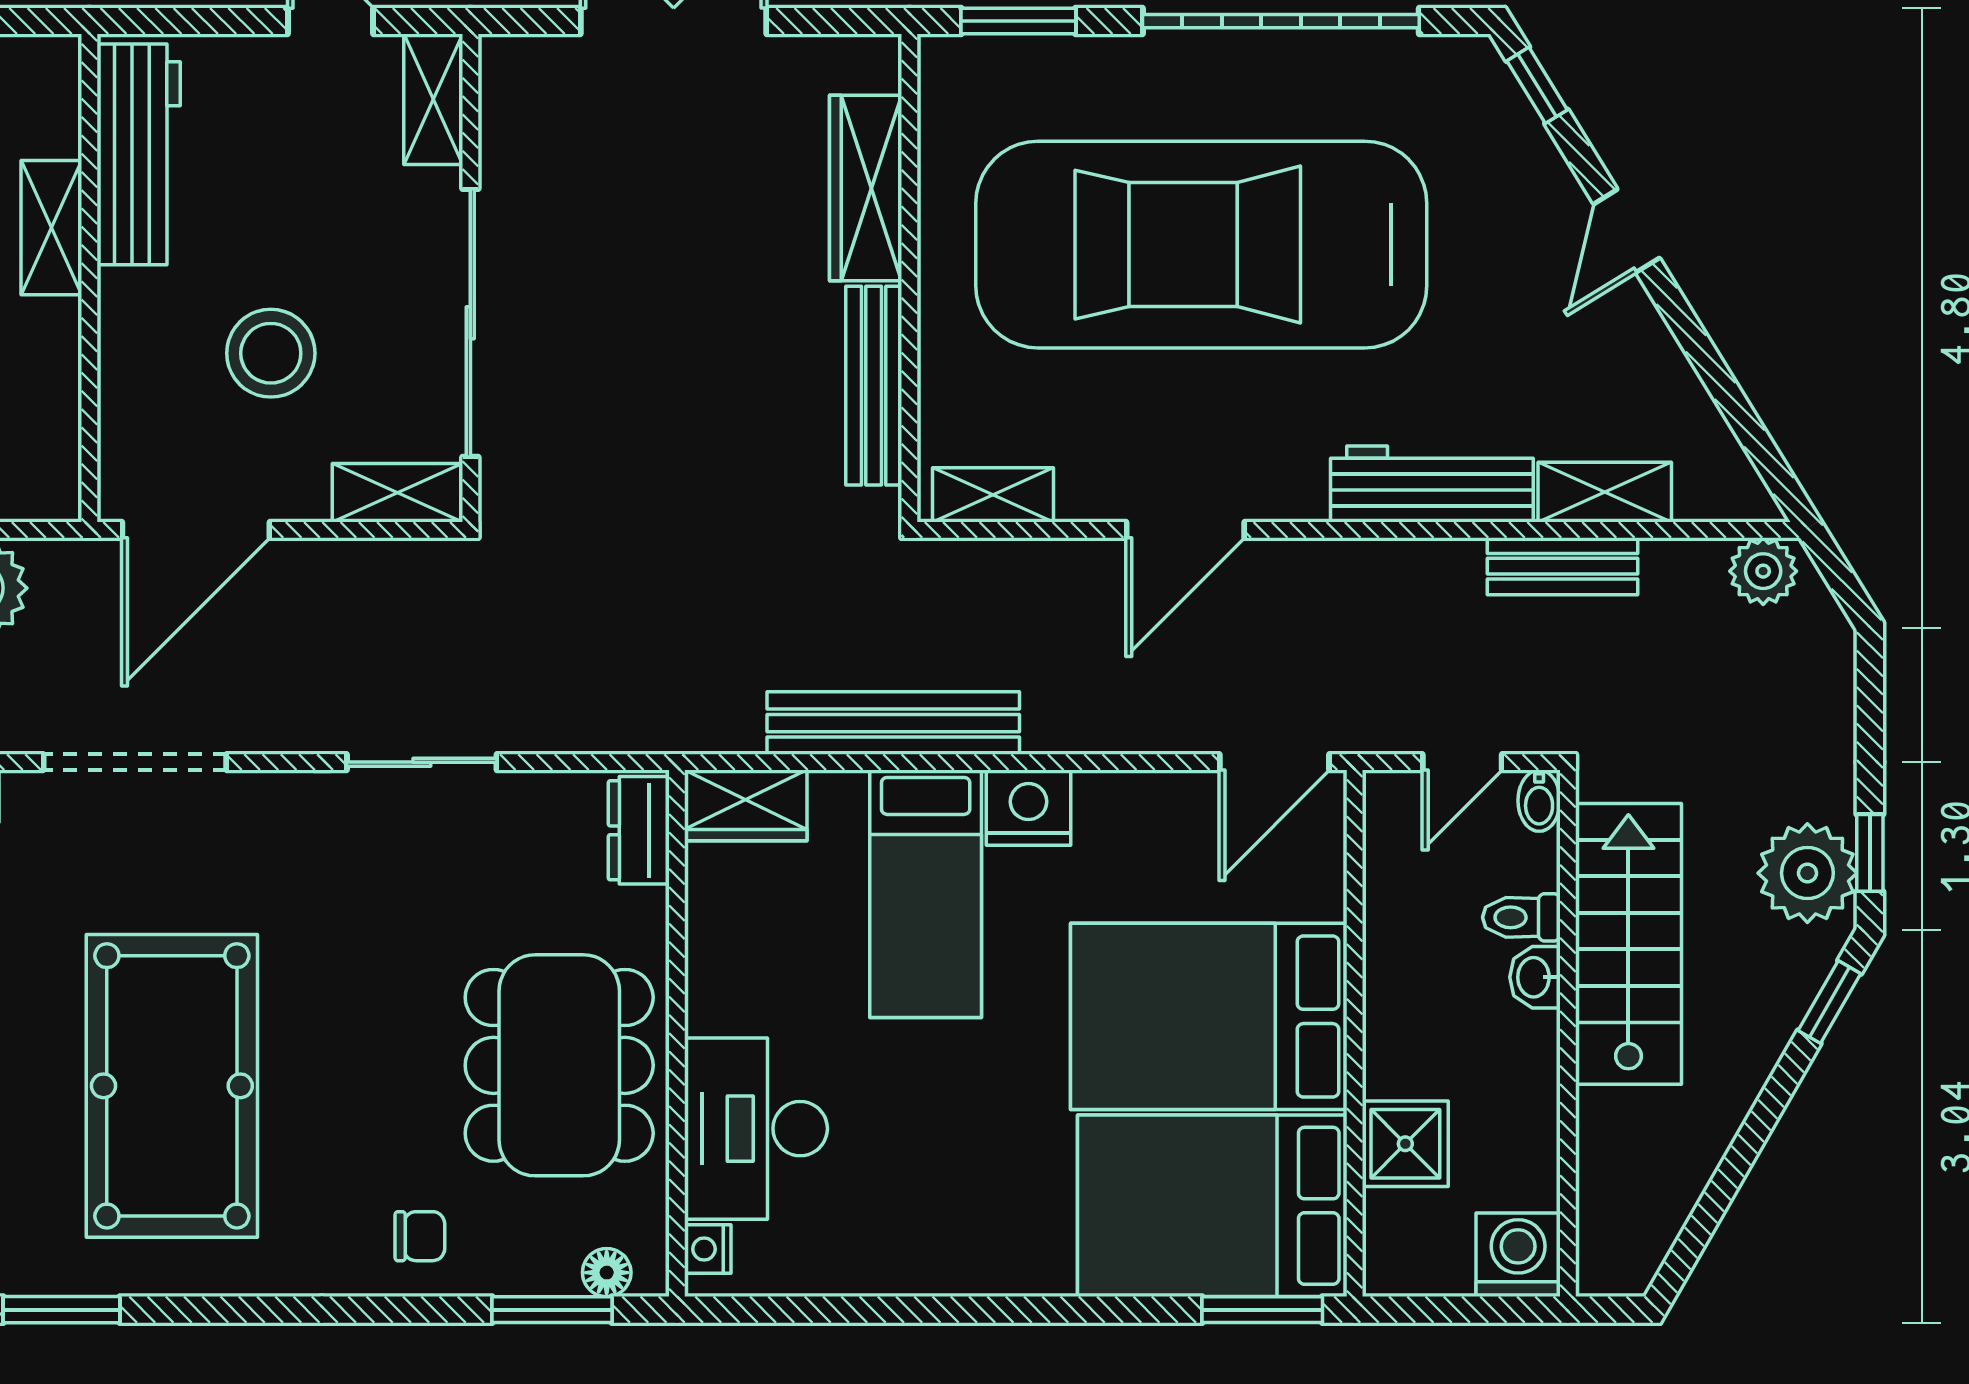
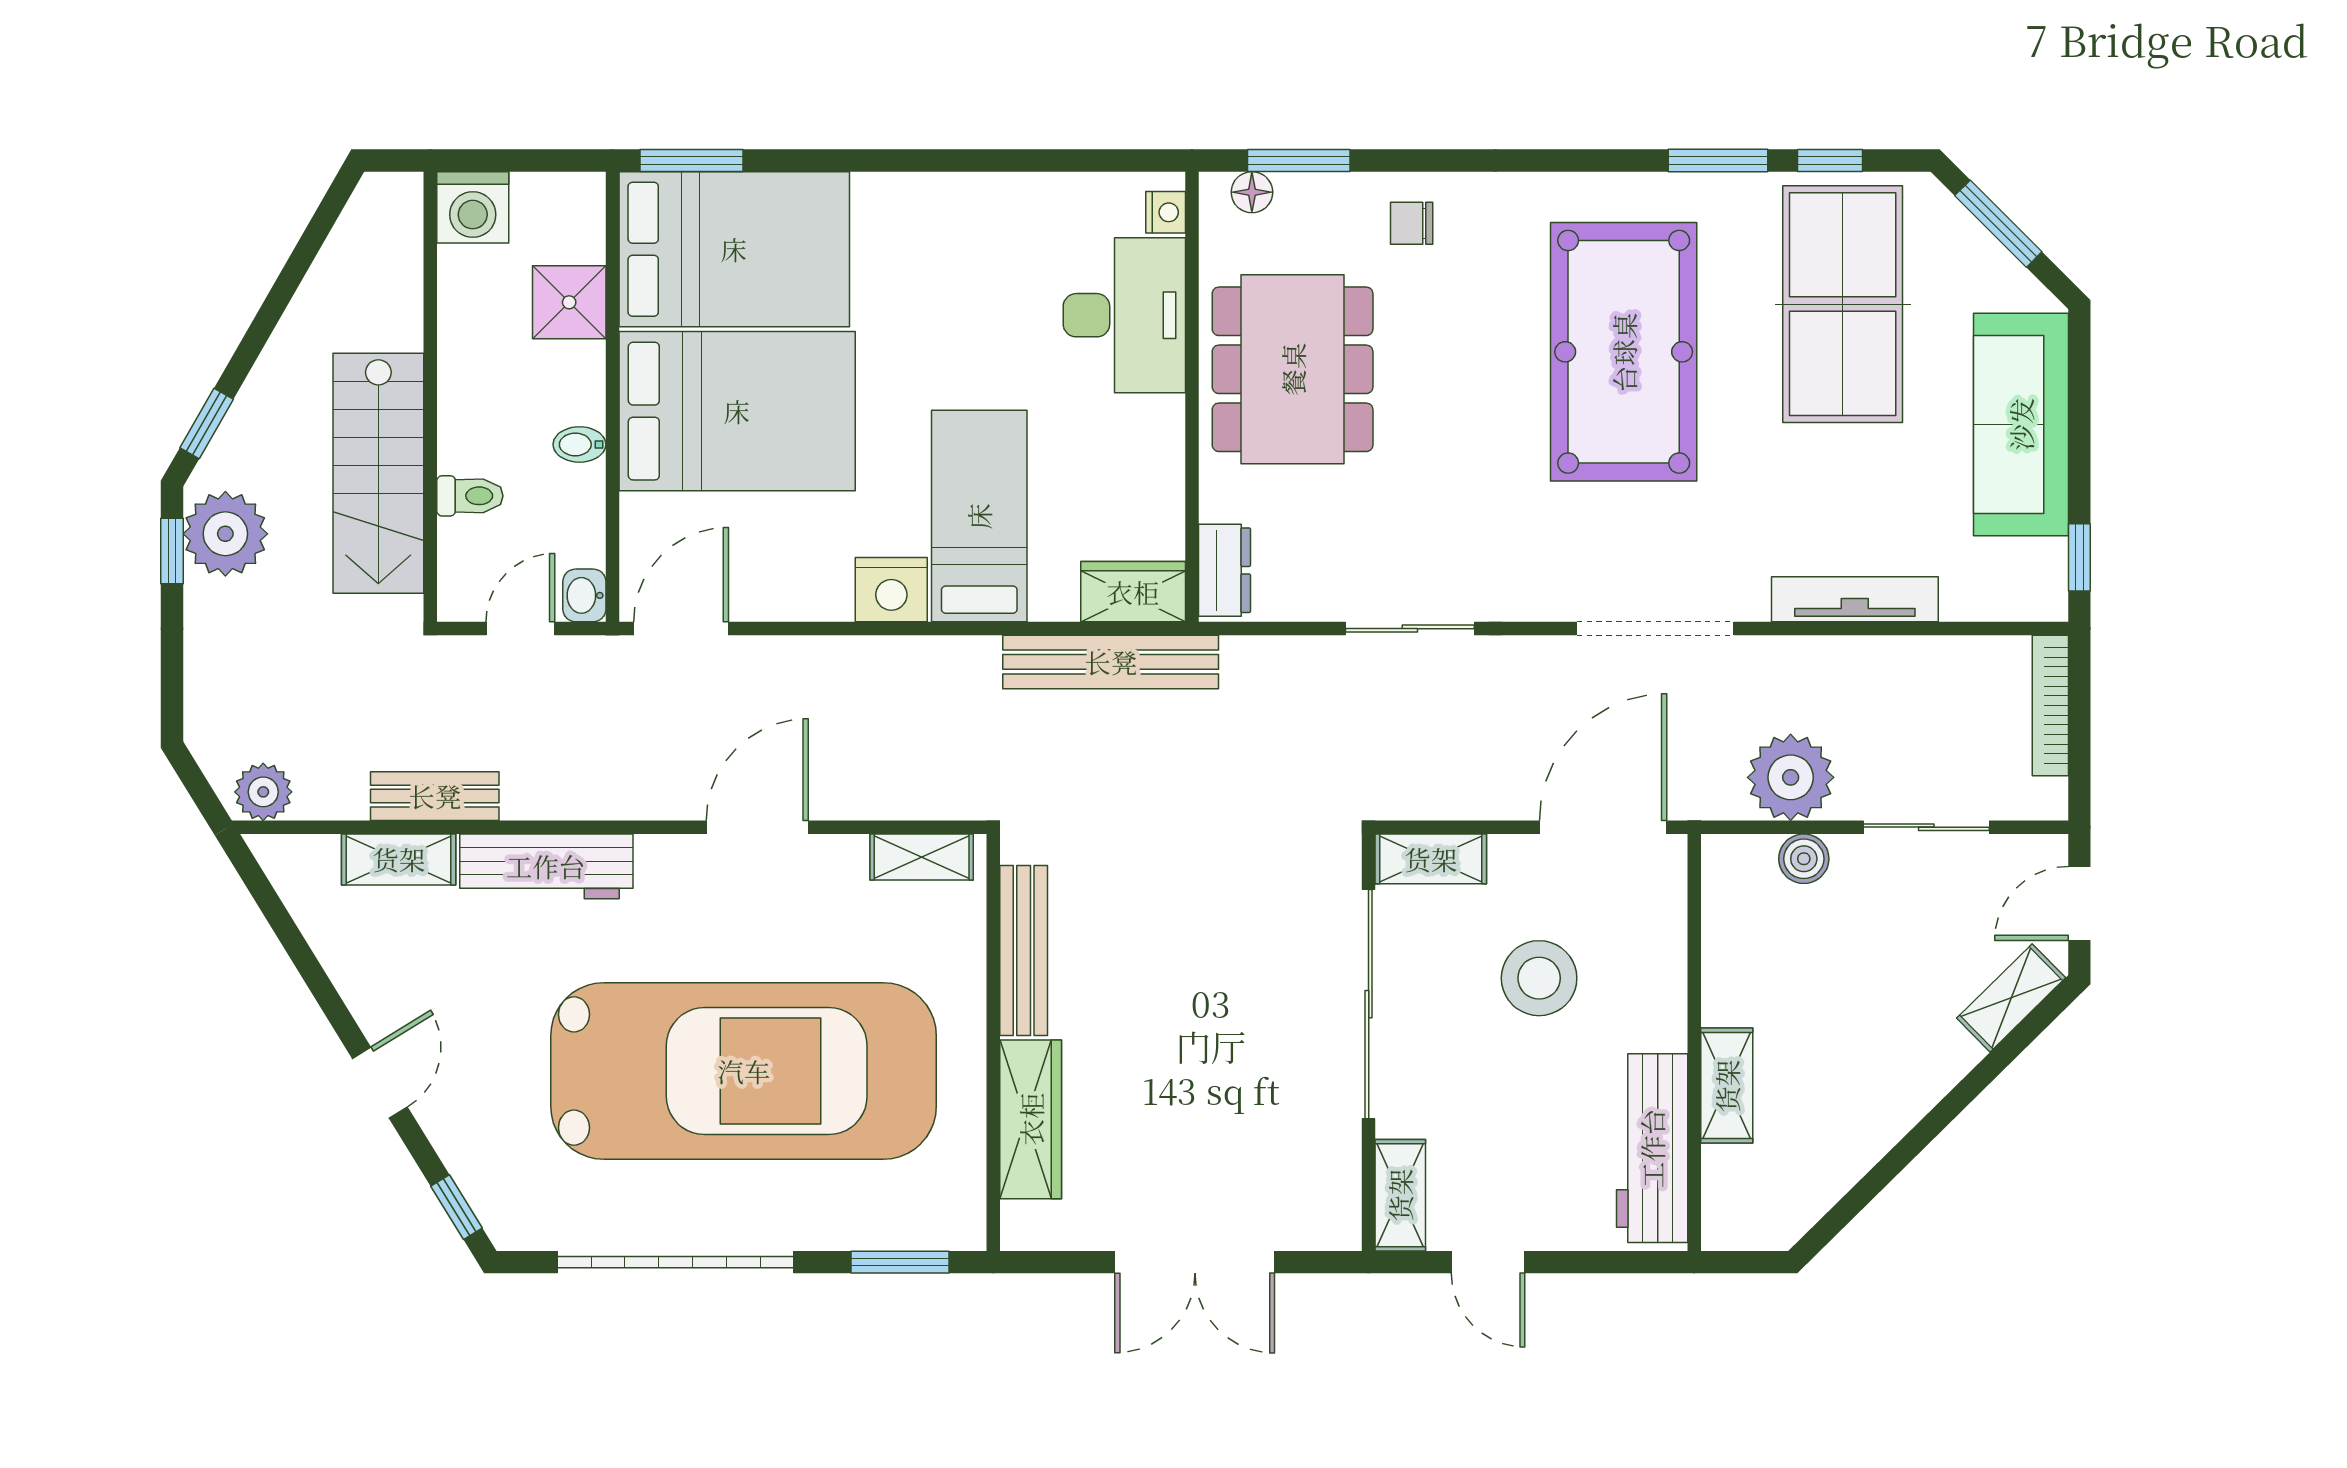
bench: (893, 723) -> (1111, 662), moved
bidet: (1539, 801) -> (579, 444), moved, turned -90
washbasin: (1535, 977) -> (584, 595), moved, turned 180

